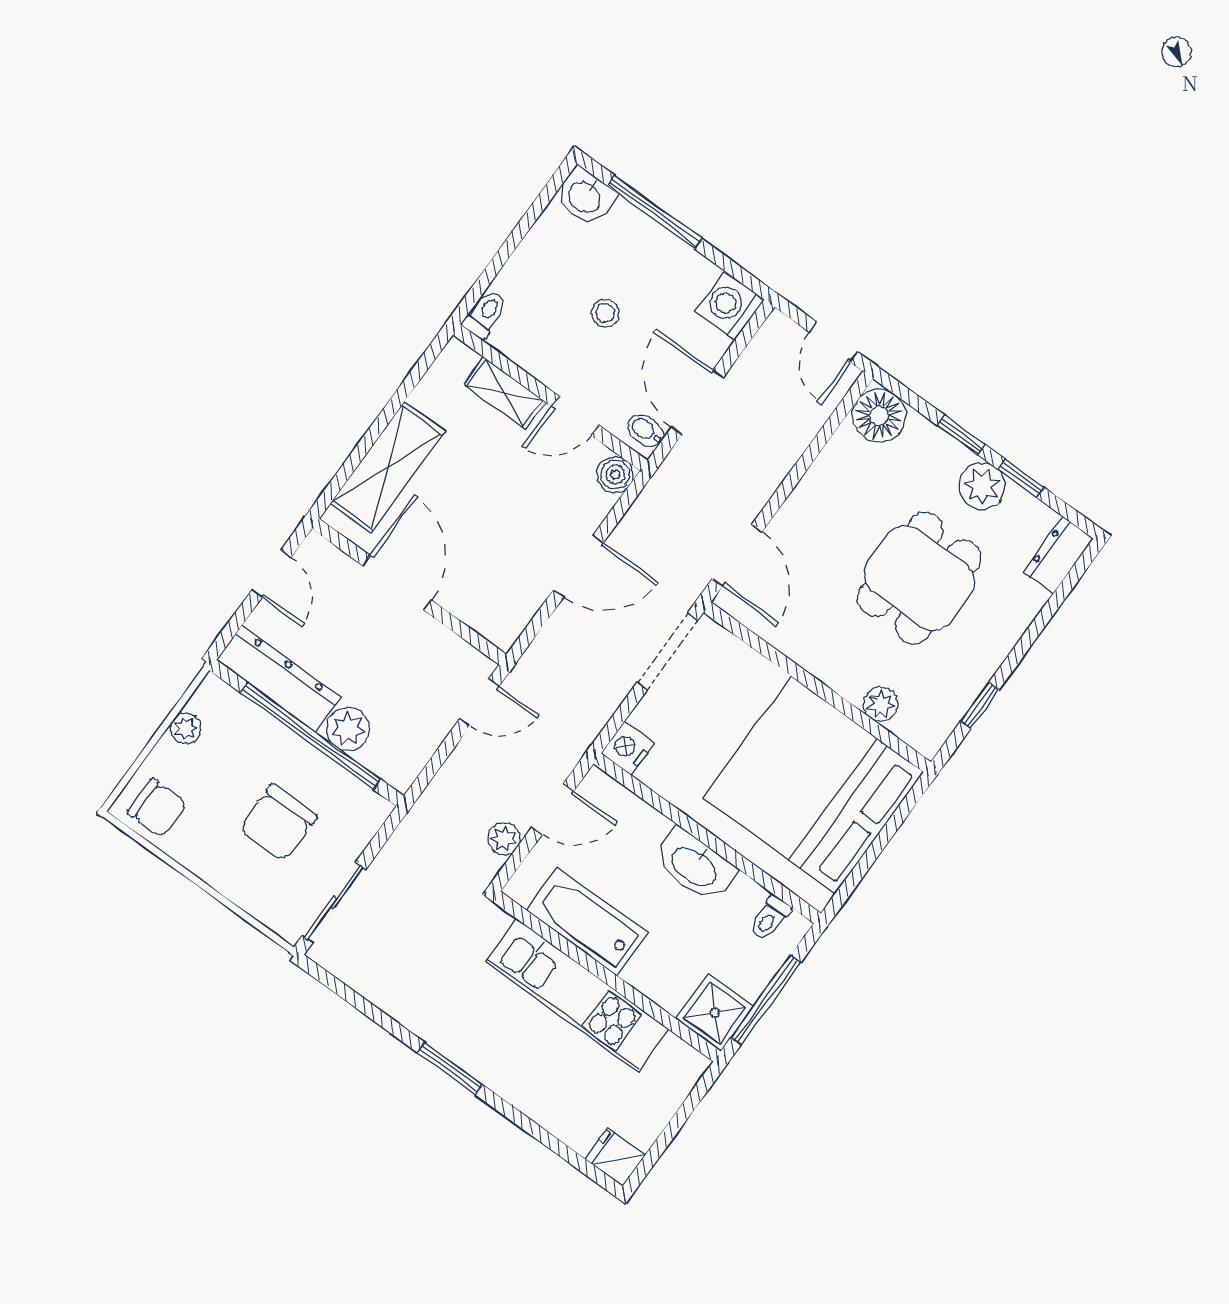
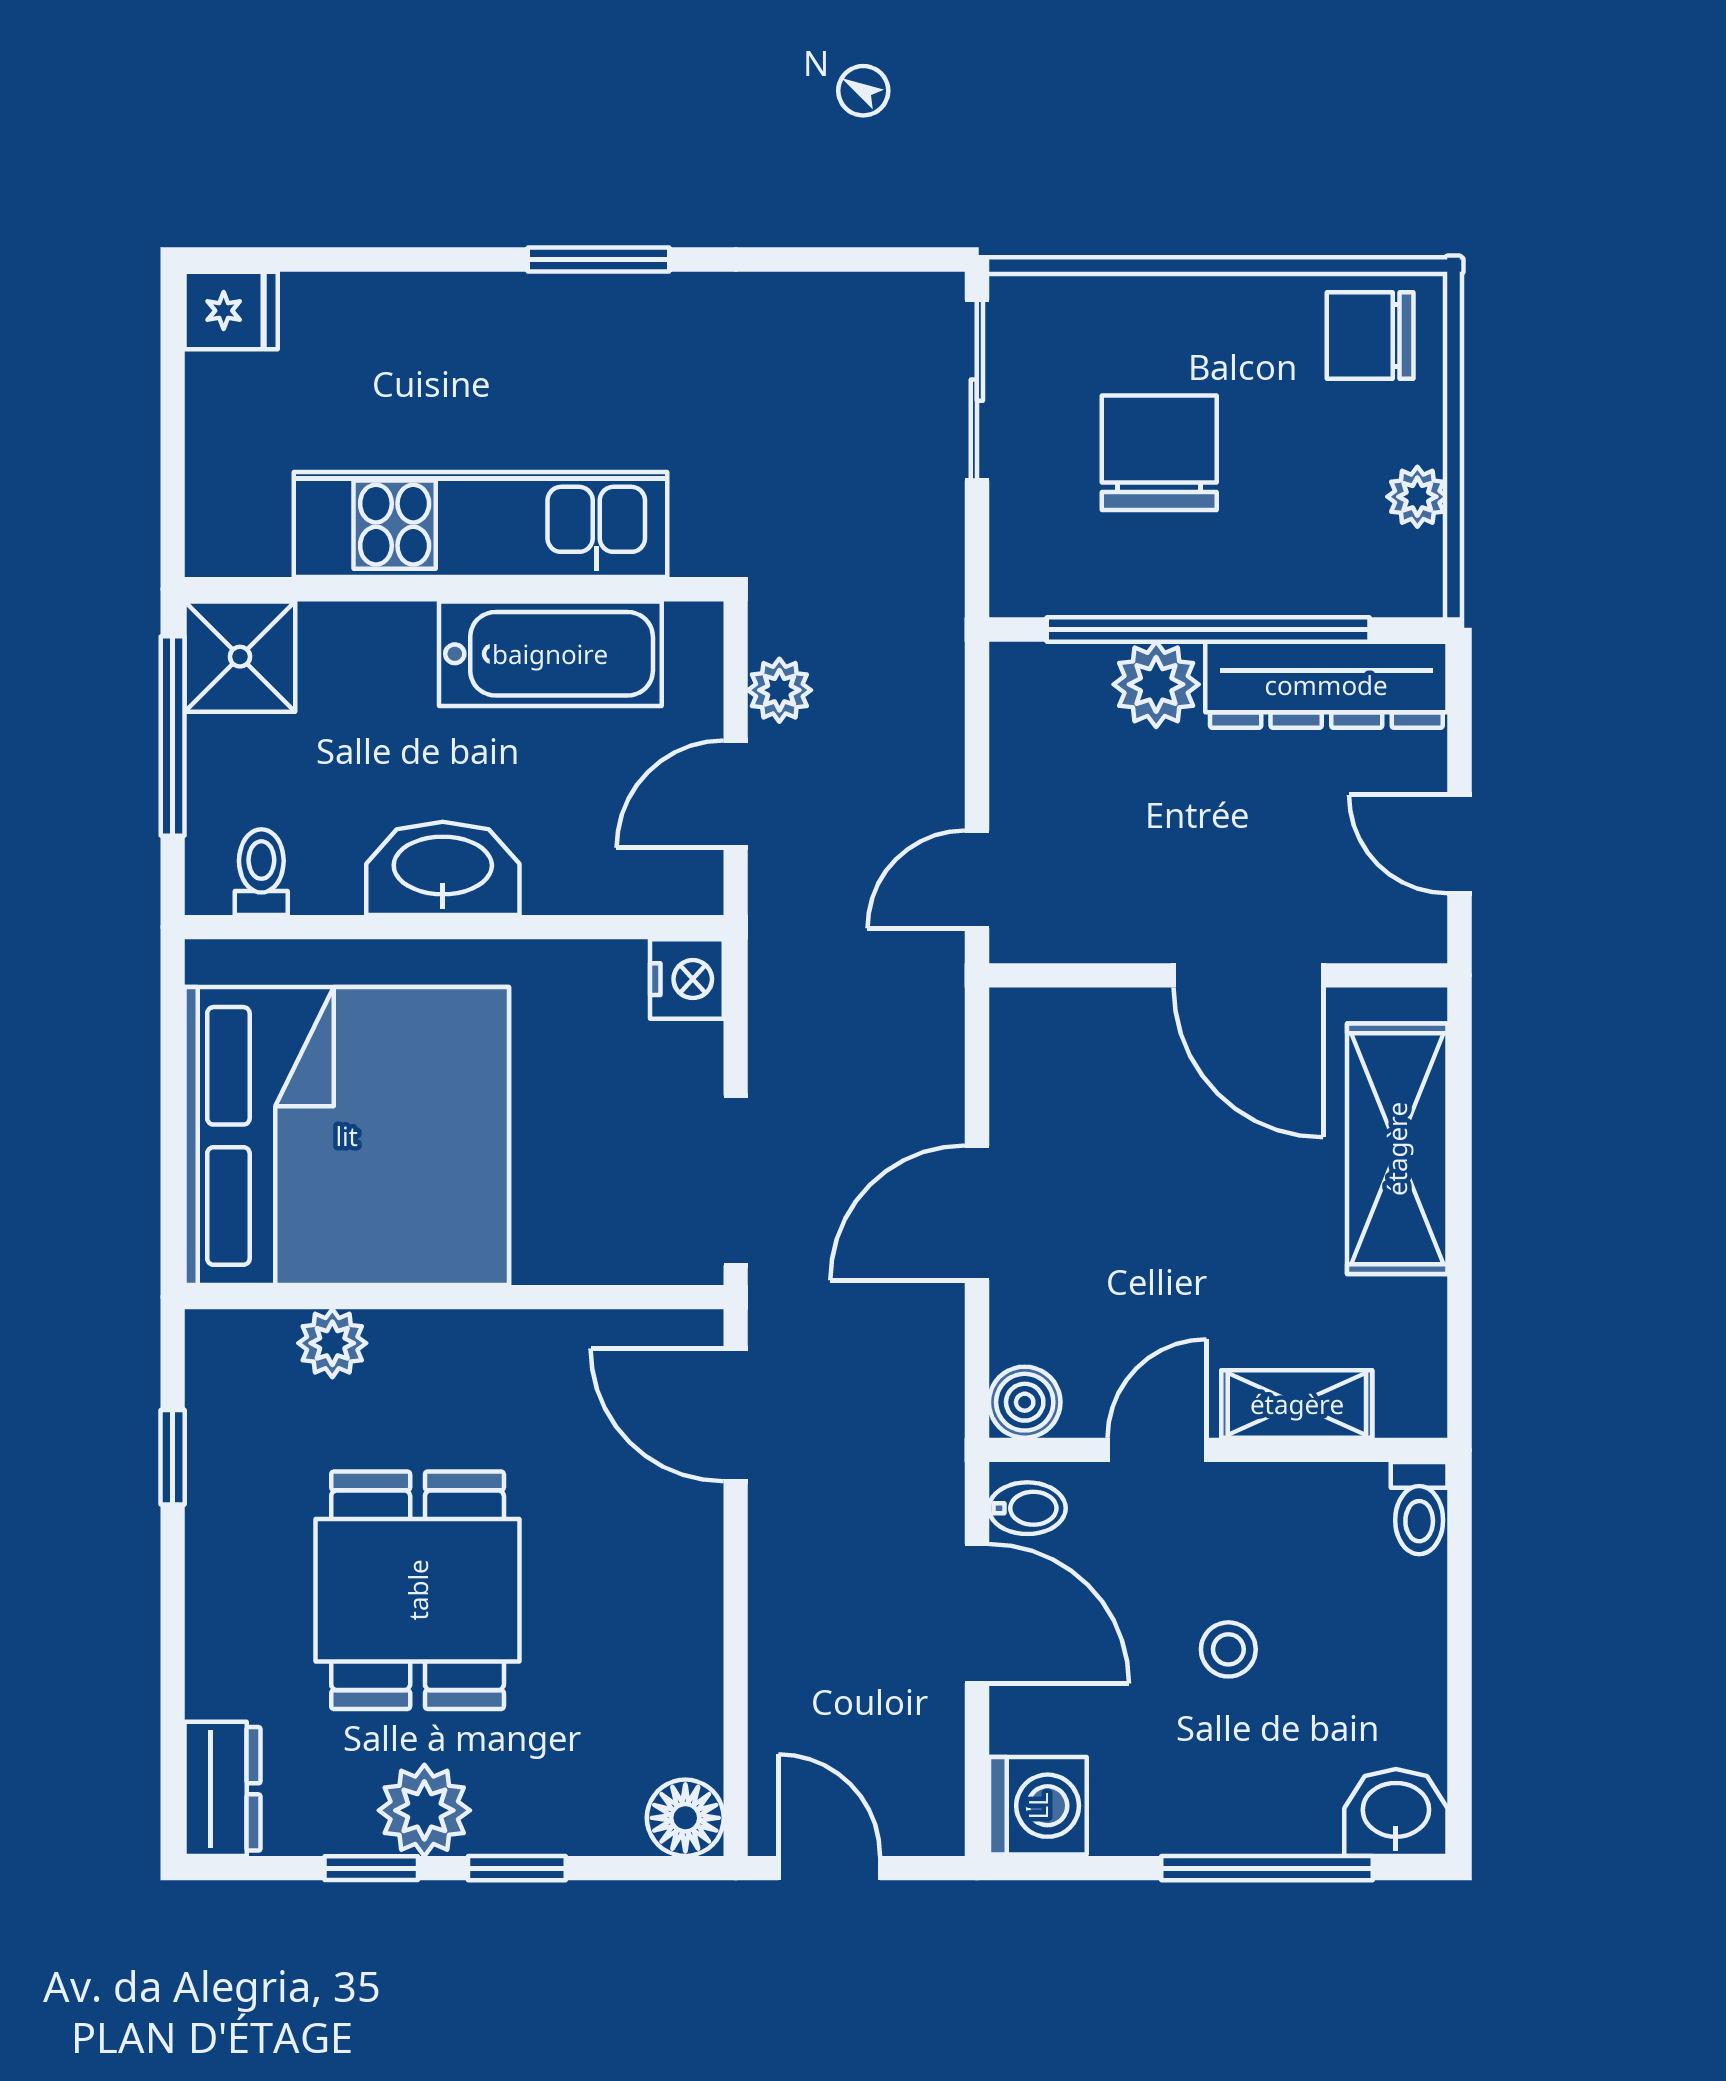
floor lamp: (879, 416) -> (685, 1818), width x0.73, depth x0.73

